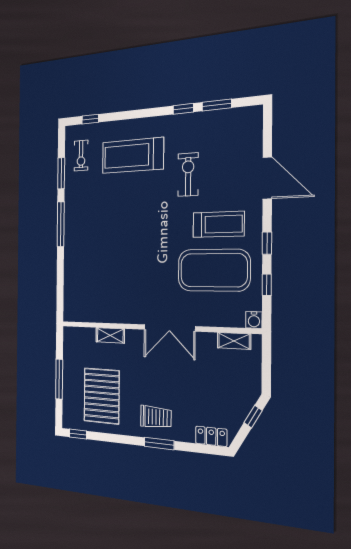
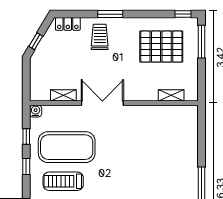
shelving: (110, 335) -> (171, 95), moved
shelving: (234, 341) -> (63, 95), moved
window: (59, 379) -> (202, 42), moved
pallet: (102, 396) -> (161, 47), turned 90
trolley: (156, 417) -> (100, 37), moved, turned 90

